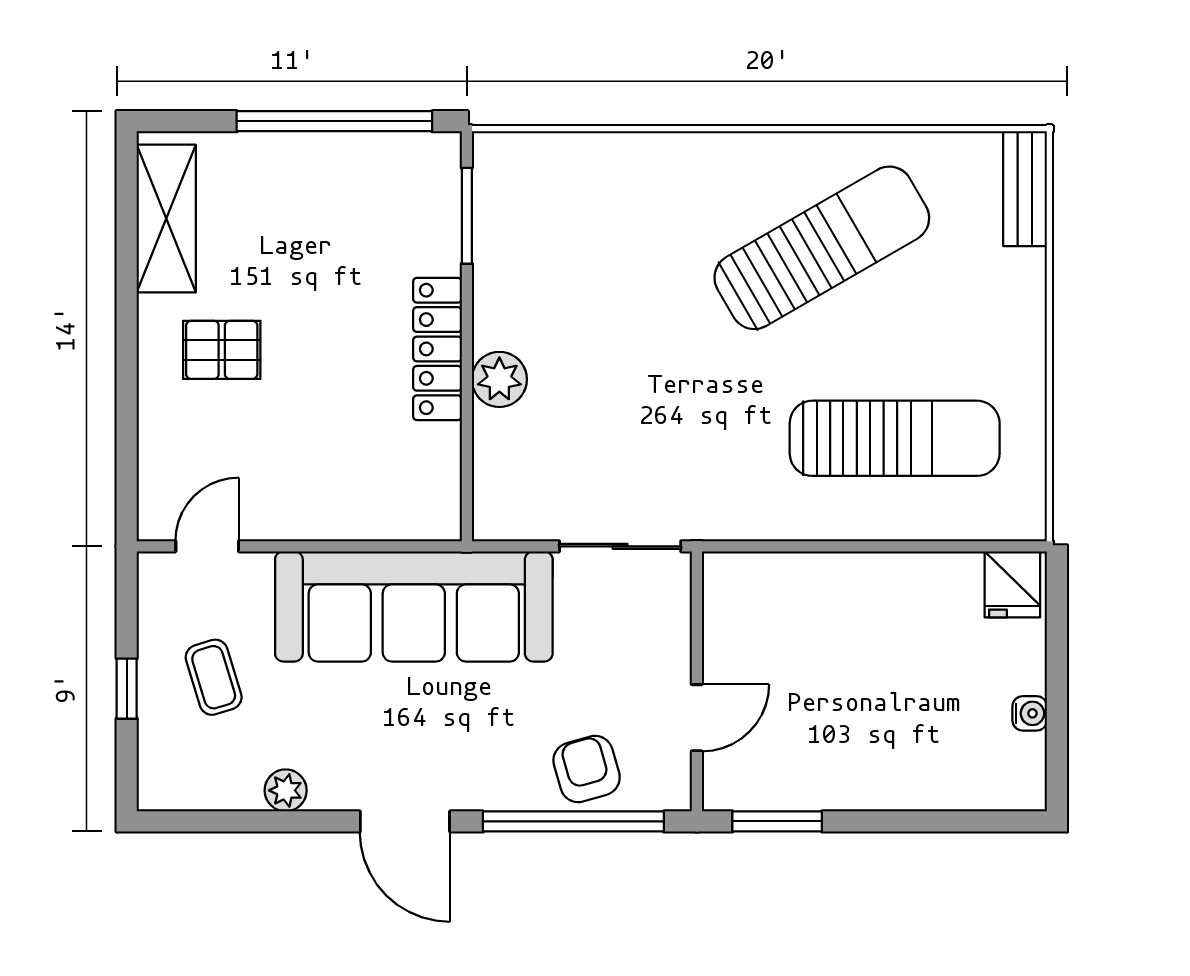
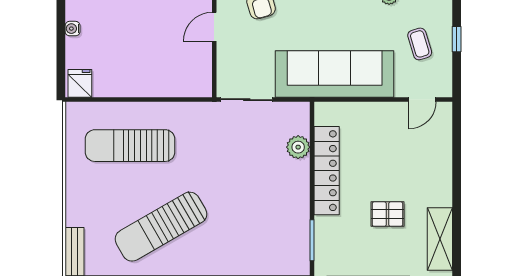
locker: (437, 349) -> (327, 171), width x1.41, depth x1.21
pallet: (222, 350) -> (387, 214), moved
plant: (499, 379) -> (298, 147), moved

